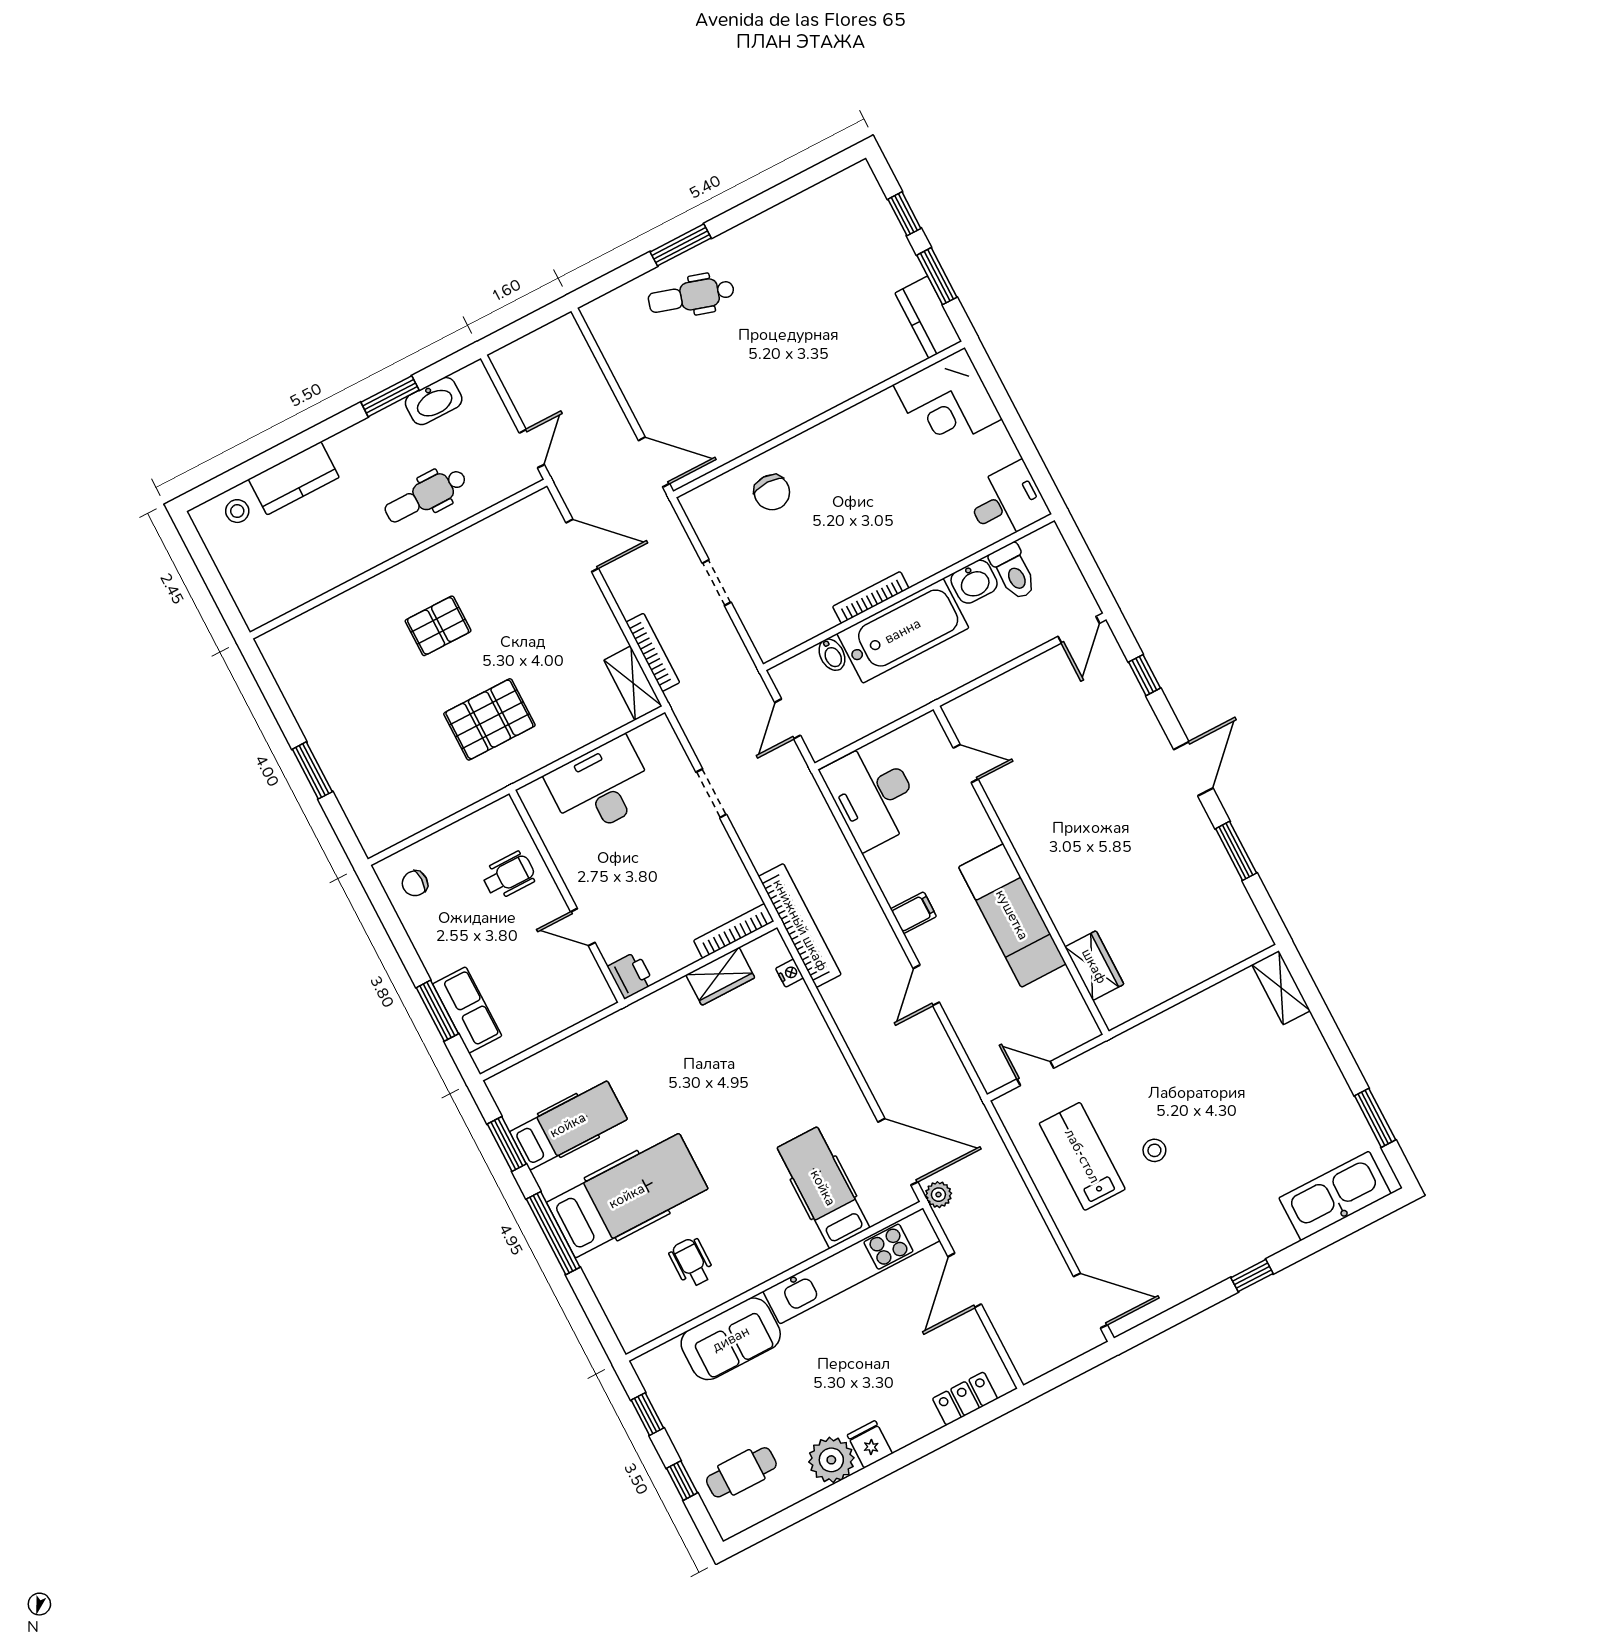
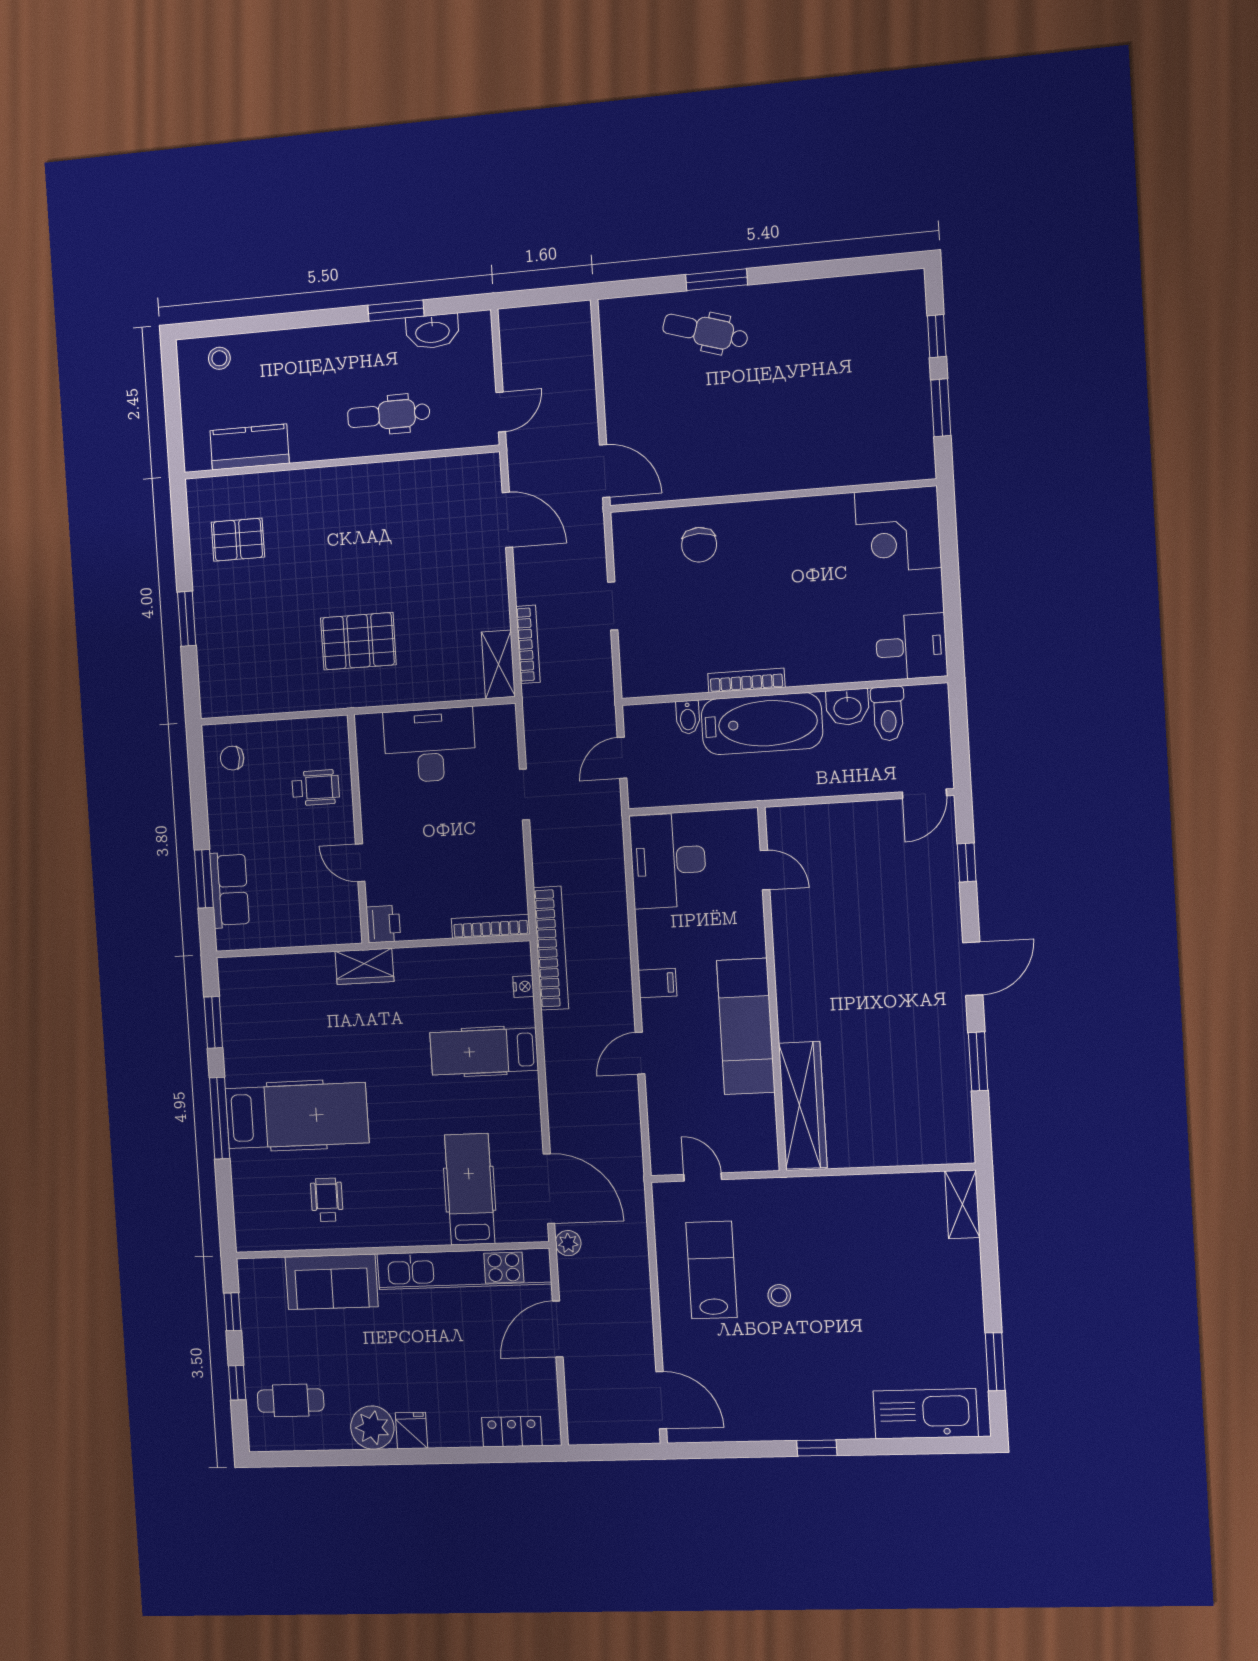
kitchen counter: (928, 317) -> (916, 443), removed
kitchen counter: (294, 478) -> (250, 447), moved, turned 180
pallet: (438, 626) -> (238, 540), moved
wardrobe: (1094, 966) -> (803, 1105), width x2.10, depth x1.17
wardrobe: (720, 976) -> (364, 966), moved
hospital bed: (568, 1125) -> (484, 1051), moved, turned 180

